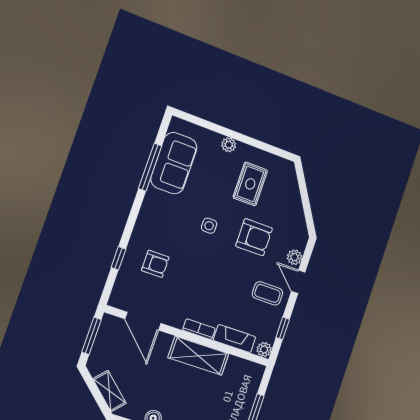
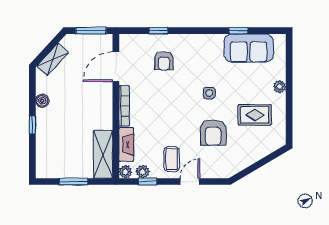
window: (150, 167) -> (239, 31), width x0.46
plant: (295, 257) -> (143, 172), moved
bookcase: (199, 329) -> (124, 106), width x1.56
shelving: (198, 356) -> (103, 154), moved

